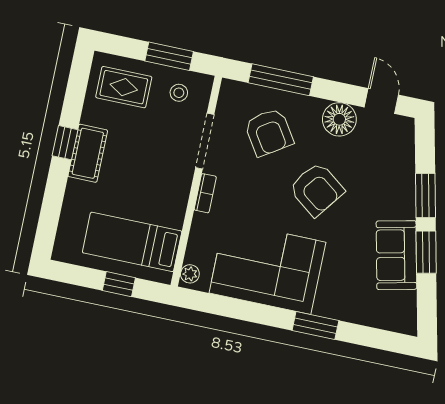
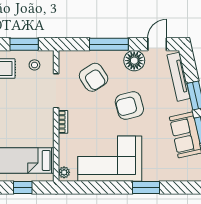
window: (281, 80) -> (109, 44), moved
door: (381, 101) -> (157, 44), hinge flipped
tv unit: (405, 160) -> (179, 77), added
armchair: (317, 189) -> (129, 106), turned 128

